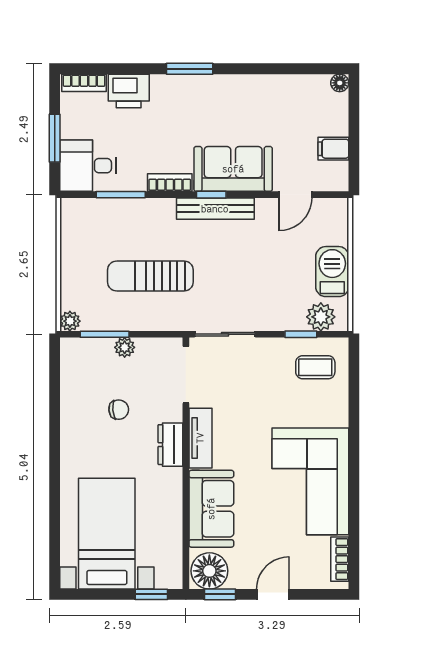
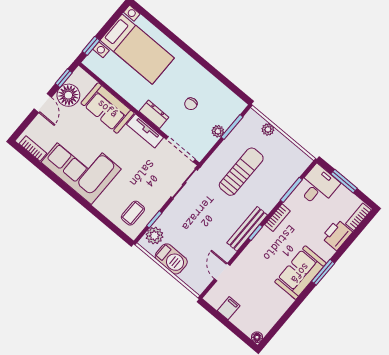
sofa: (233, 169) -> (300, 273), moved, turned 180
plant: (70, 321) -> (268, 129), moved
floor lamp: (209, 571) -> (68, 95), moved

